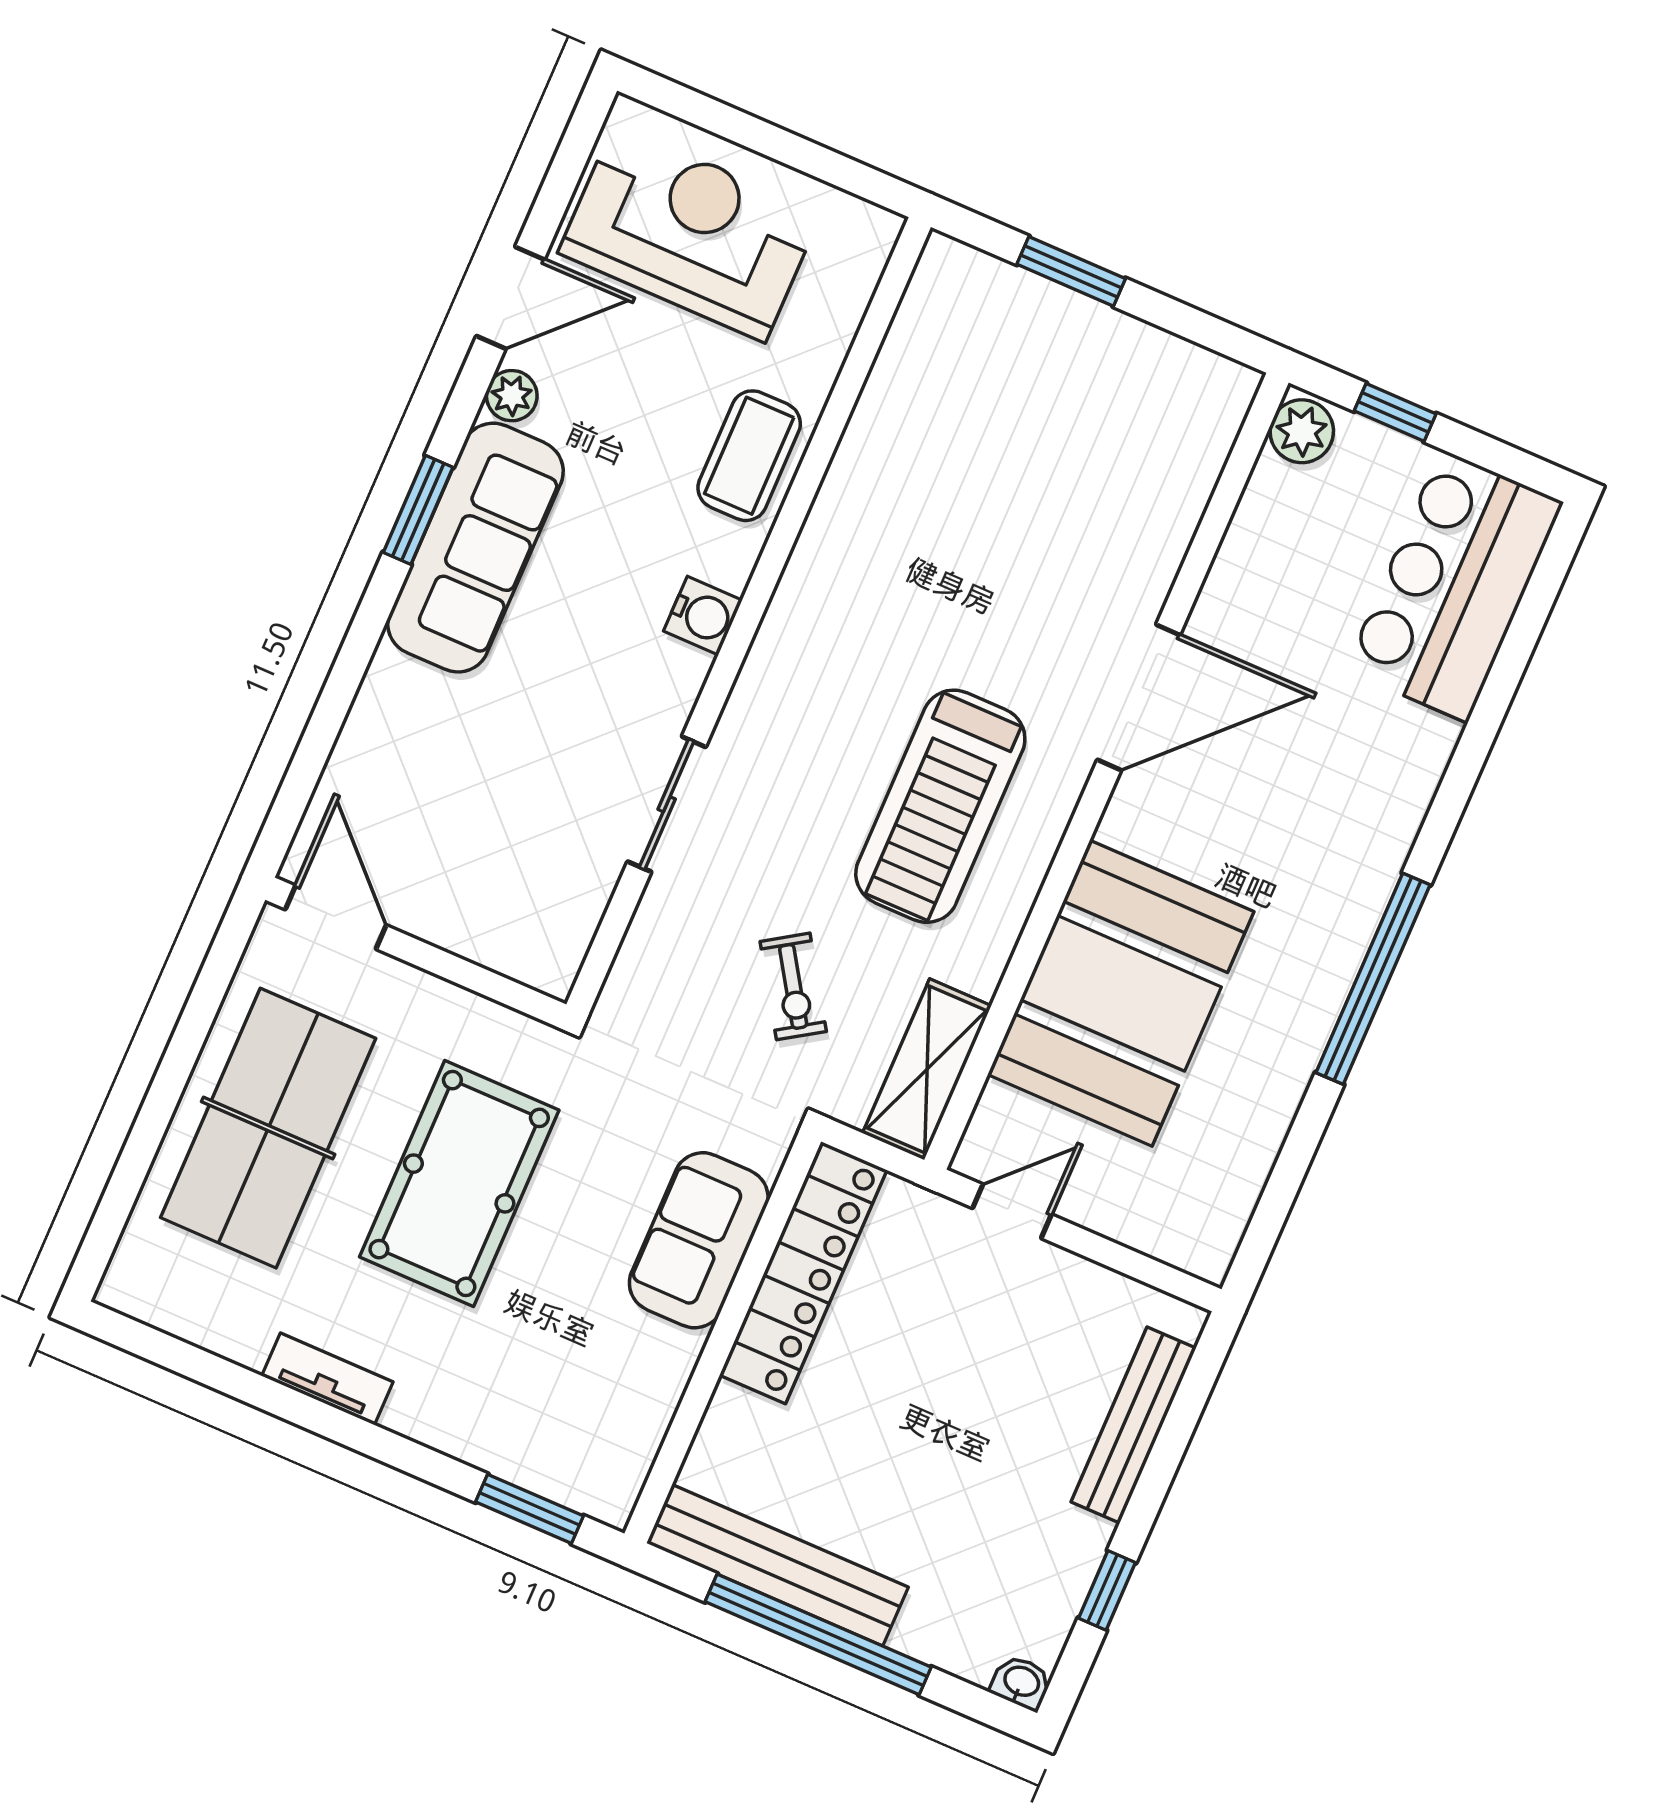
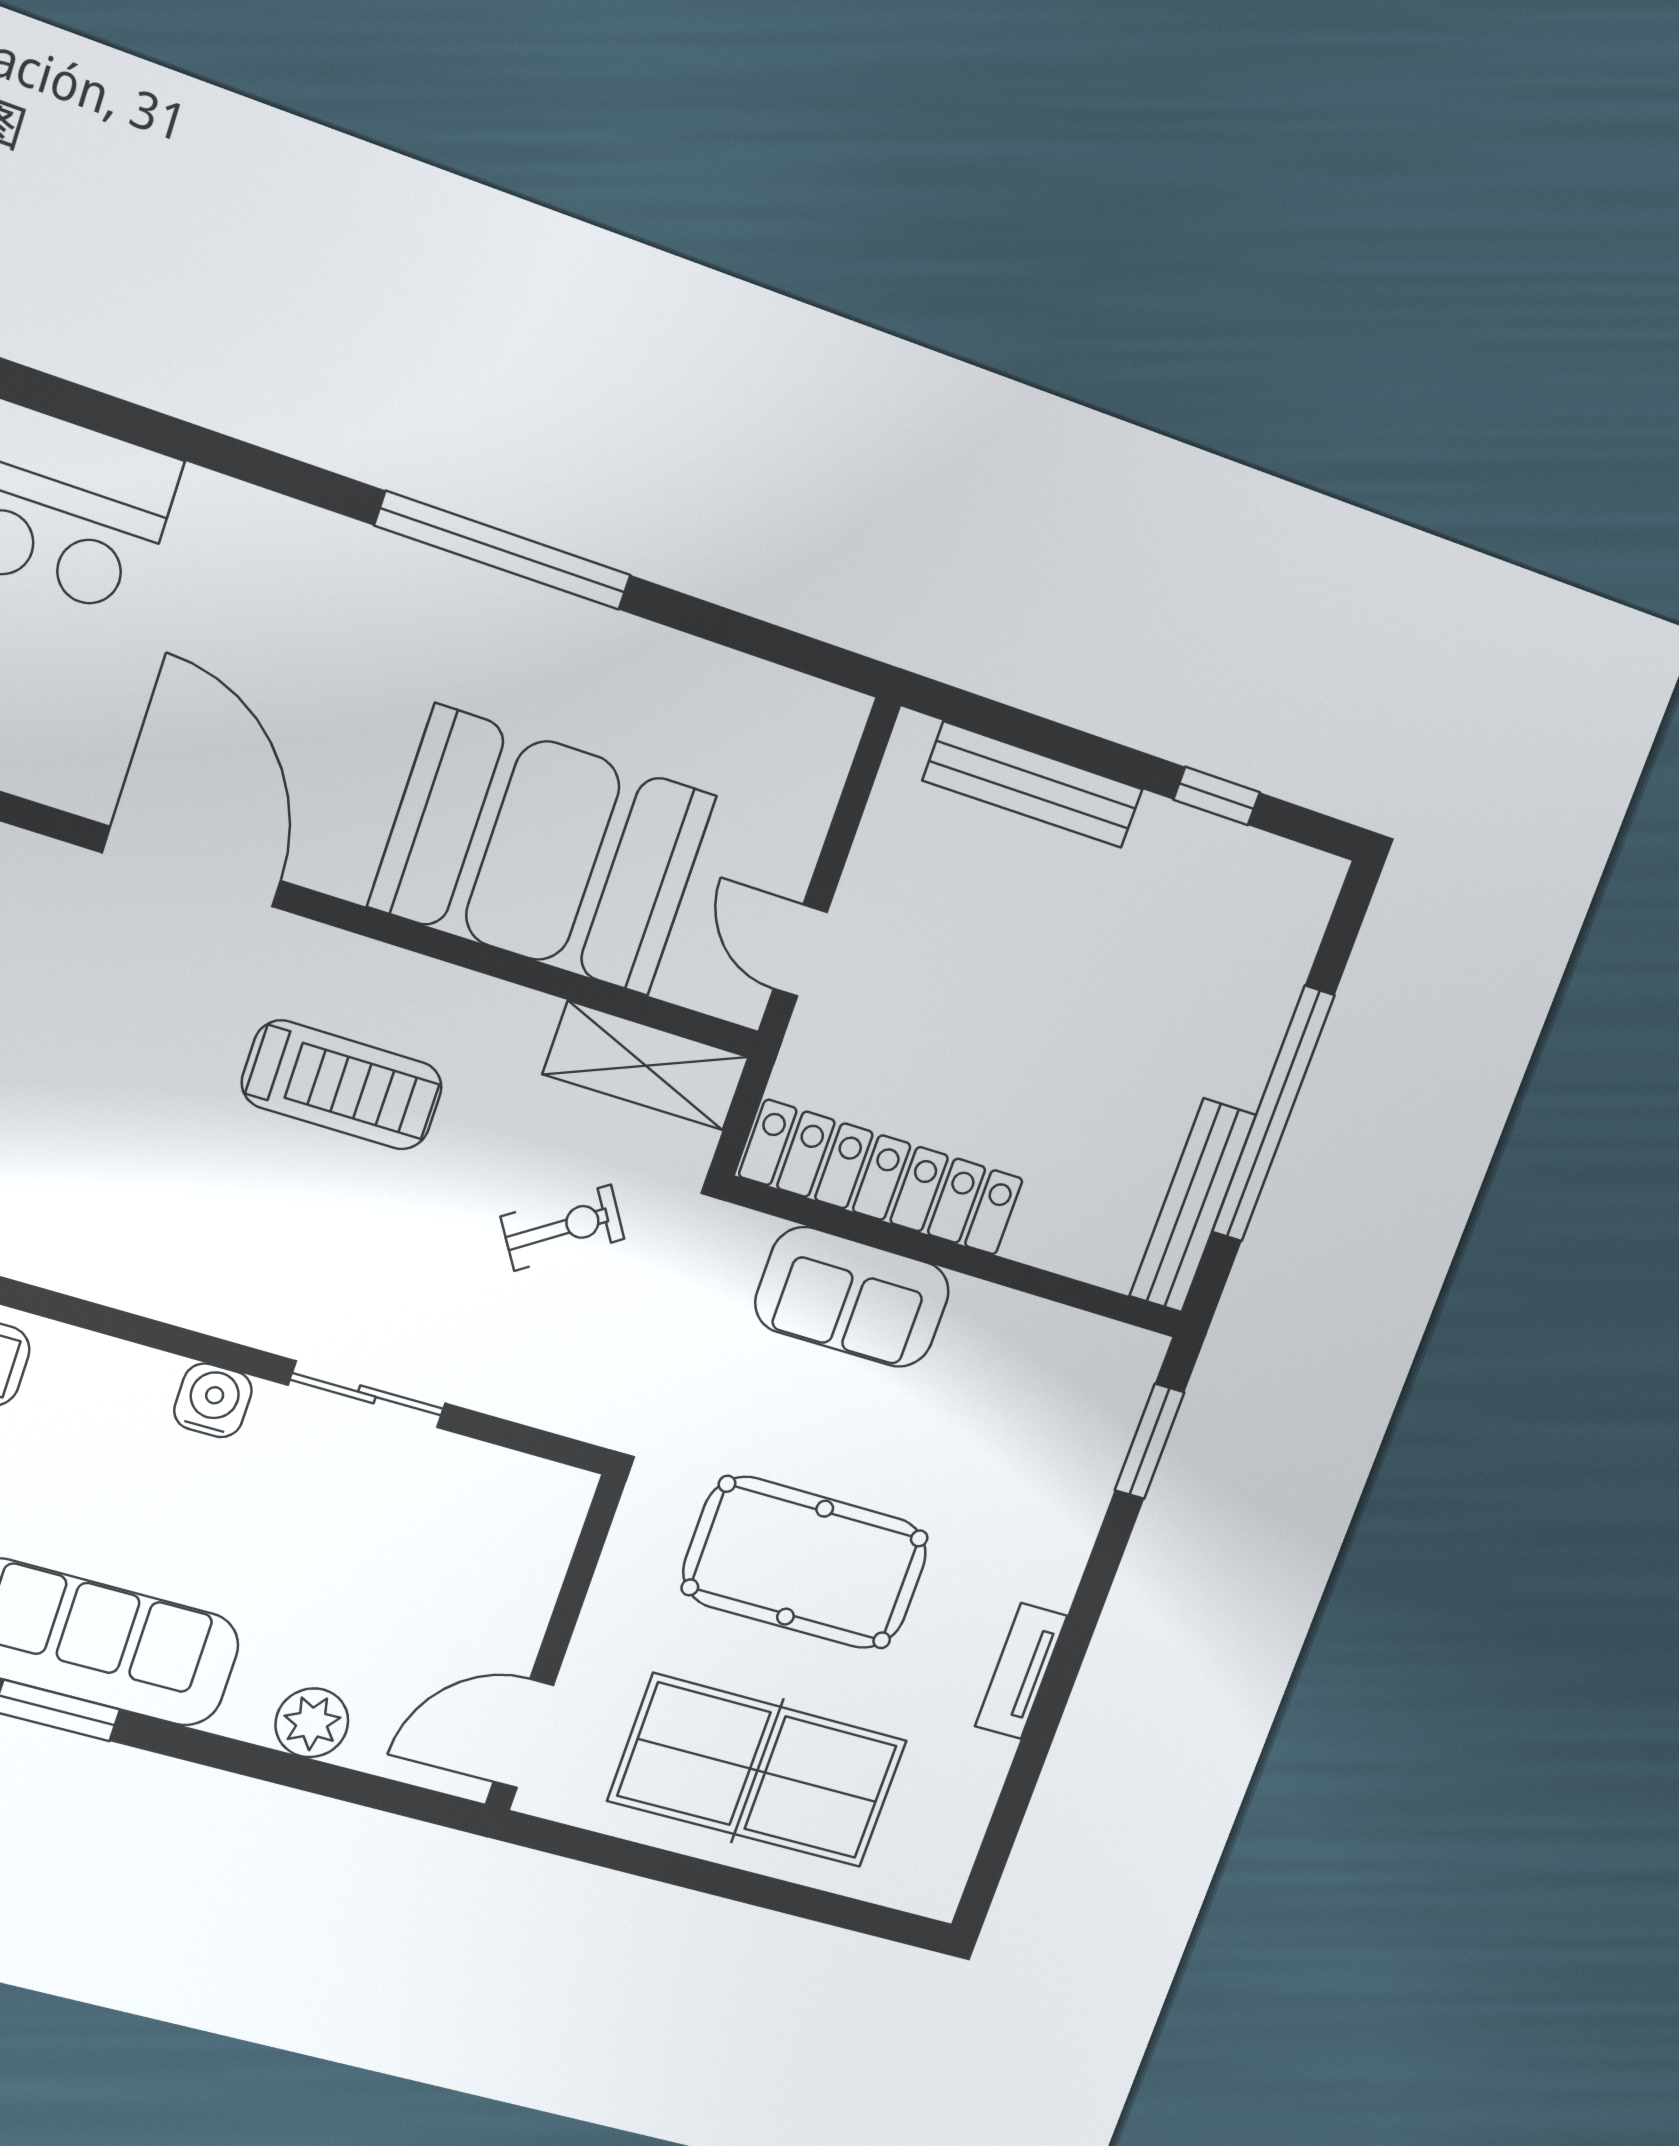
water cooler: (703, 616) -> (213, 1400), moved
plant: (374, 730) -> (312, 1723), added
treadmill: (940, 806) -> (342, 1085), width x0.73, depth x0.73
bench: (777, 1565) -> (1193, 1206), width x0.73, depth x0.82
washbasin: (1021, 1682) -> (1319, 883), removed

